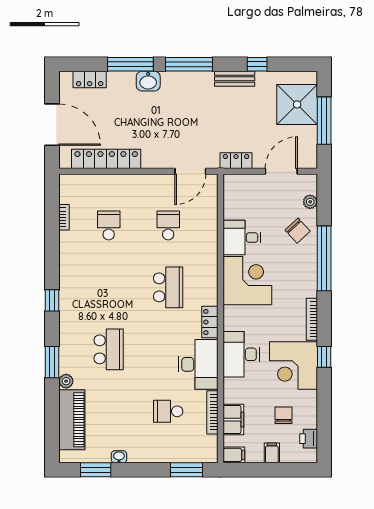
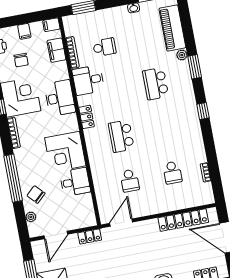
desk: (198, 364) -> (88, 80), width x0.73

